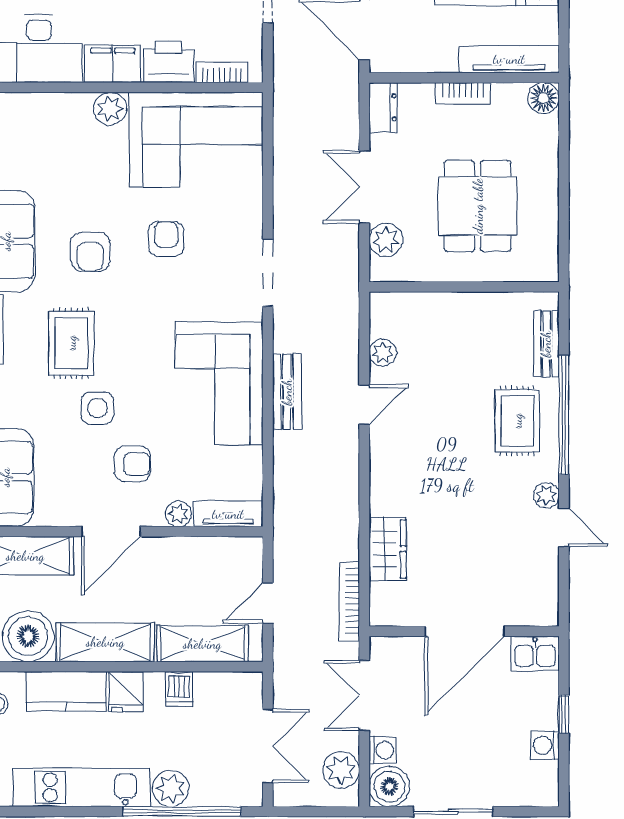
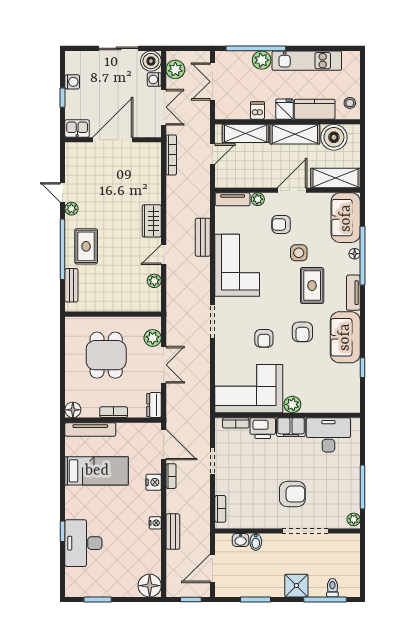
armchair: (90, 252) -> (302, 332), turned 180
bench: (287, 392) -> (203, 237), moved
wardrobe: (388, 549) -> (152, 221), moved

